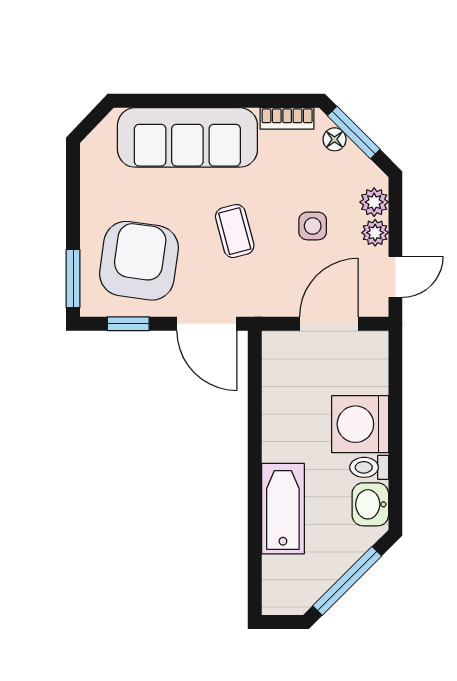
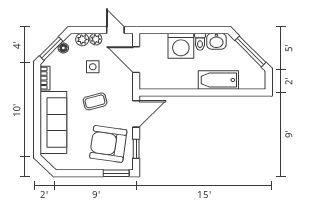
floor lamp: (335, 139) -> (63, 48), moved

